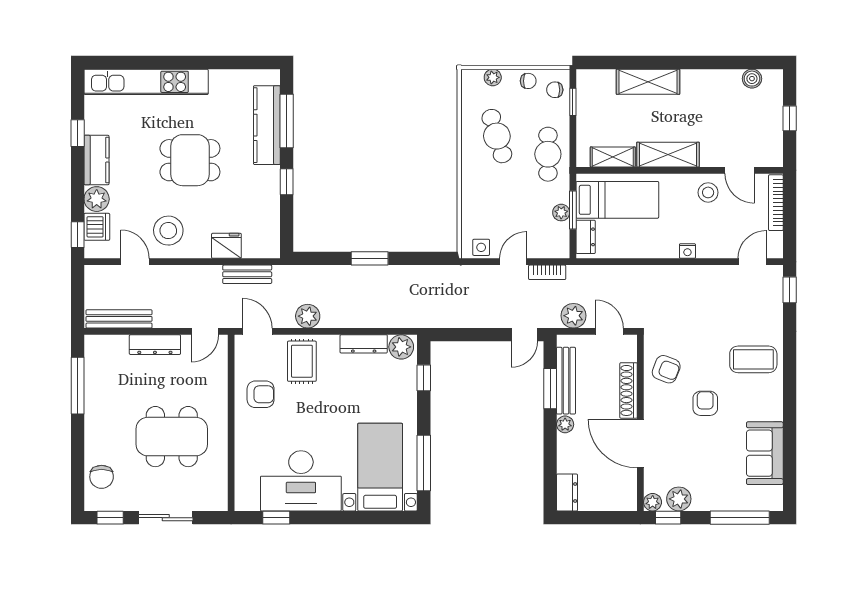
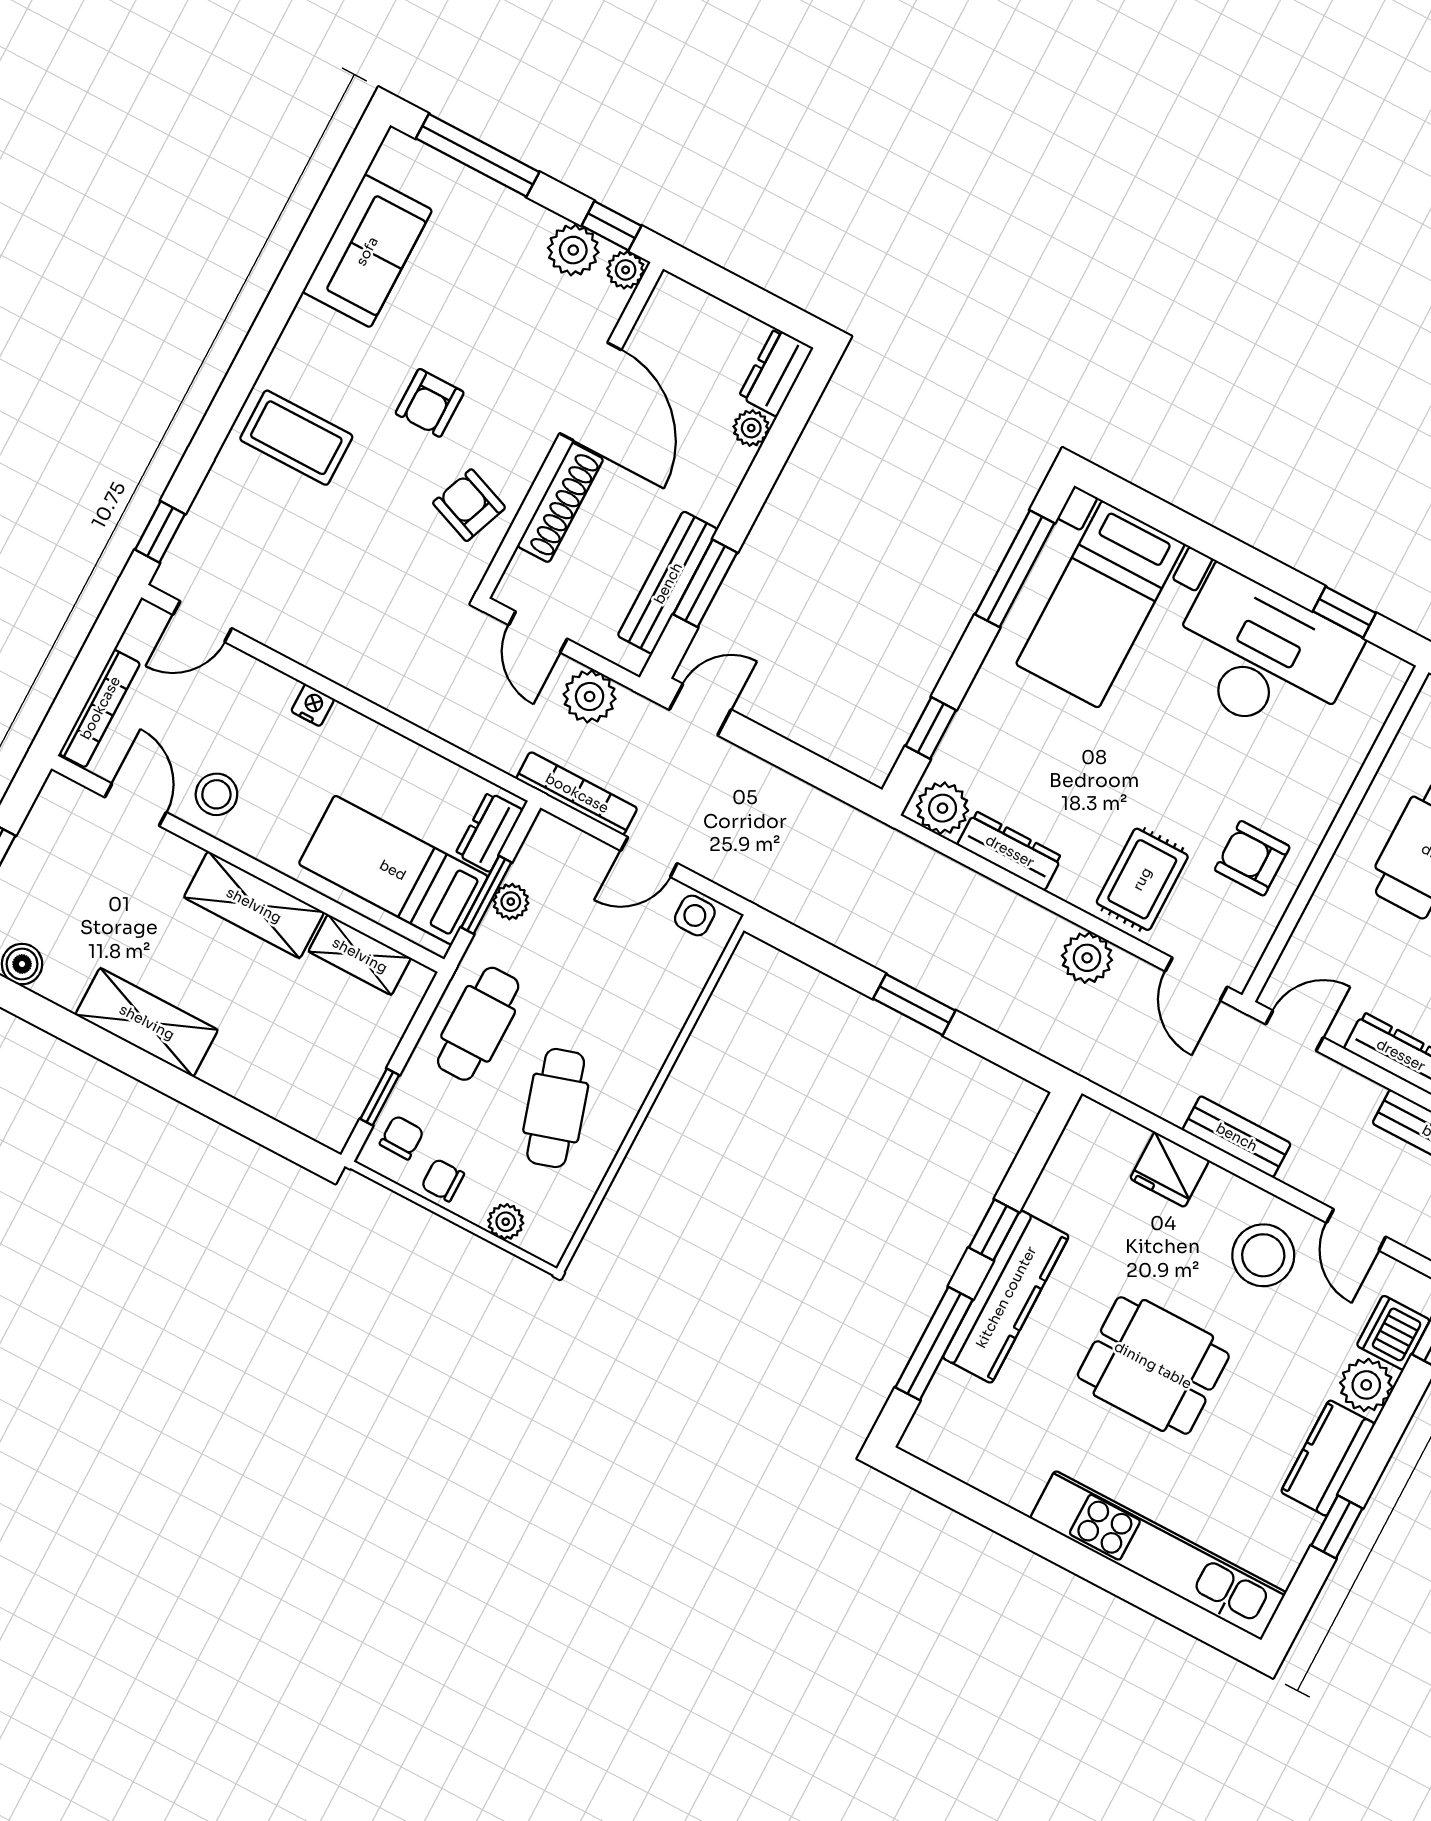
shelving: (648, 82) -> (147, 1022), moved
chair: (555, 90) -> (402, 1138), turned -89
kitchen counter: (267, 125) -> (1006, 1297), moved
bookcase: (547, 272) -> (577, 793), width x1.56
bench: (247, 274) -> (1237, 1137), moved
plant: (565, 424) -> (751, 428), moved

